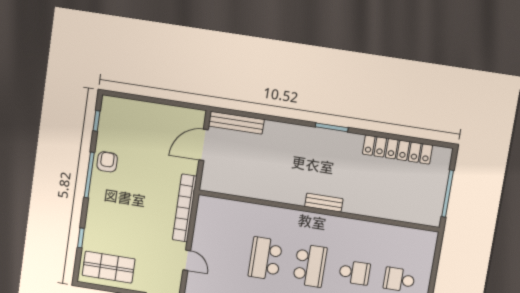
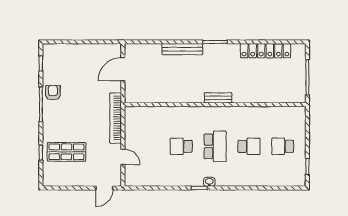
bench: (236, 123) -> (182, 49), moved
school desk: (265, 259) -> (181, 146), width x0.54
shop shelf: (109, 267) -> (66, 152), moved

